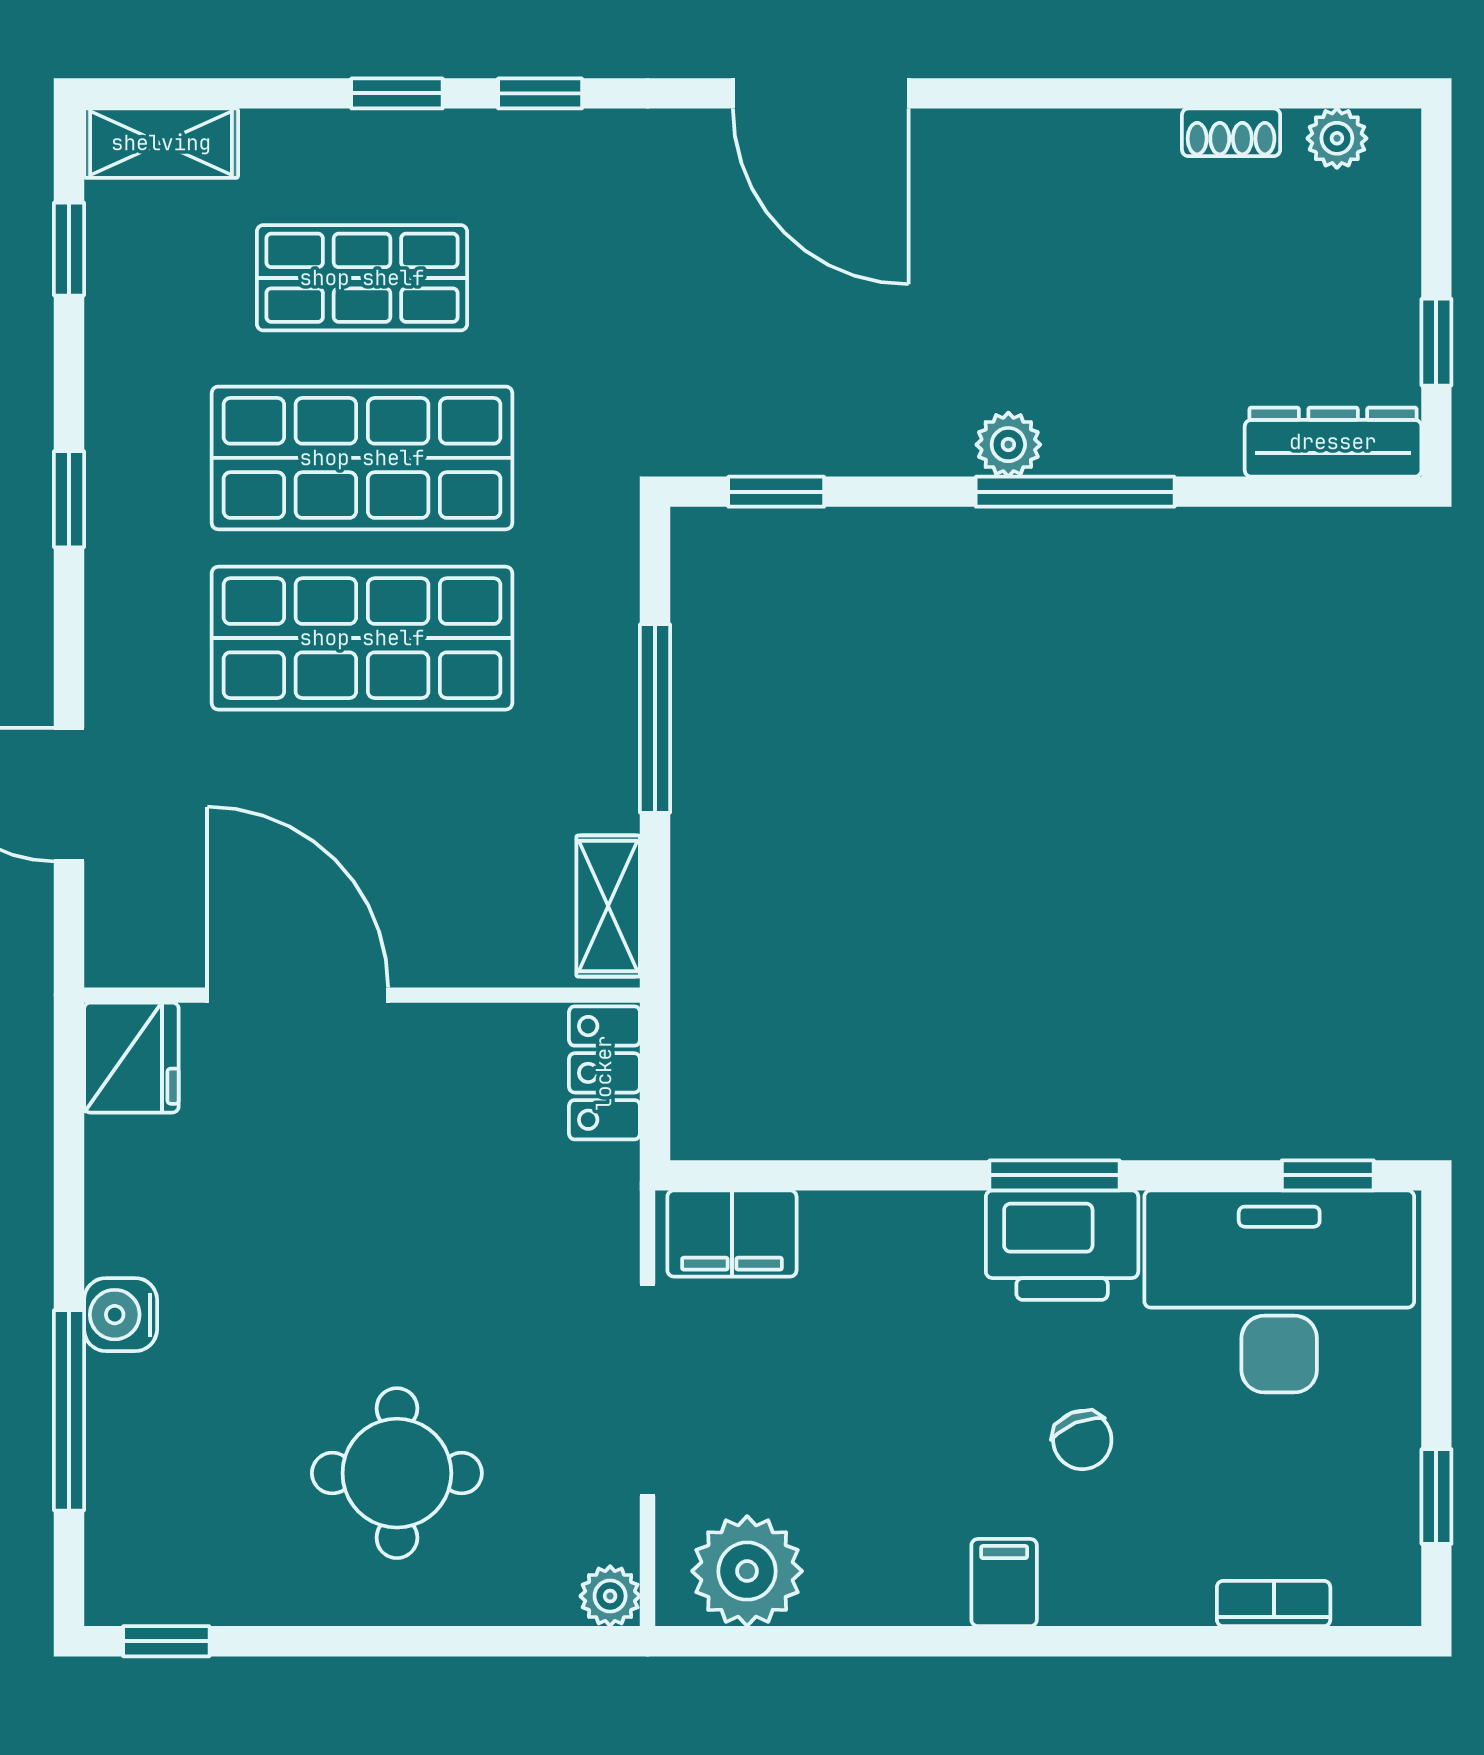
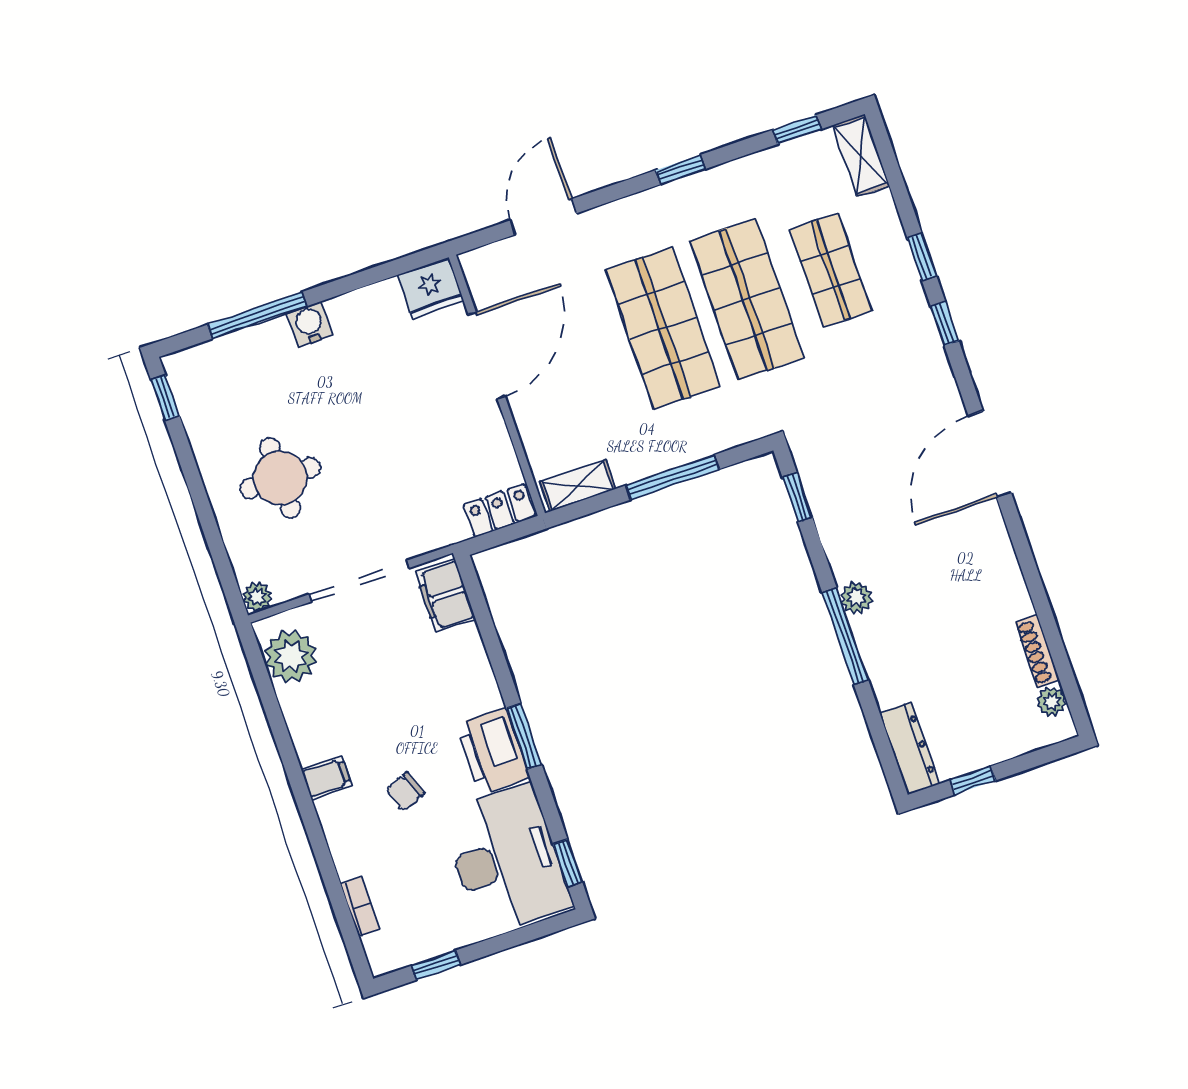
shoe rack: (1231, 132) -> (1037, 651), width x1.43

